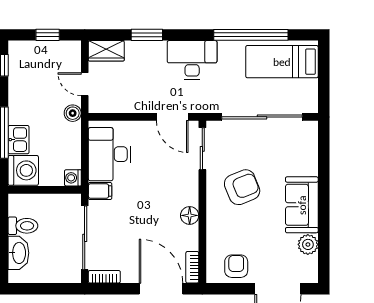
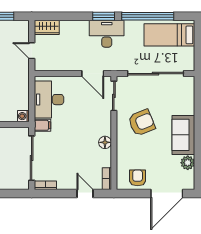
window: (147, 35) -> (104, 16), moved
boiler: (73, 113) -> (23, 71), removed
door: (161, 289) -> (85, 194), width x0.53

